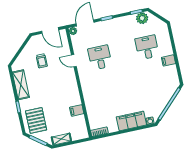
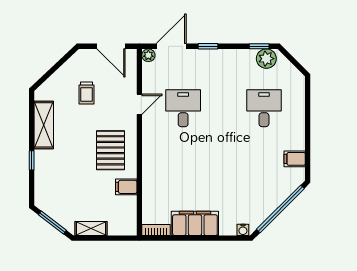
filing cabinet: (169, 60) -> (295, 159), moved
door: (74, 61) -> (139, 104), swing flipped
pallet: (36, 120) -> (110, 150), moved
filing cabinet: (131, 121) -> (195, 223), moved

